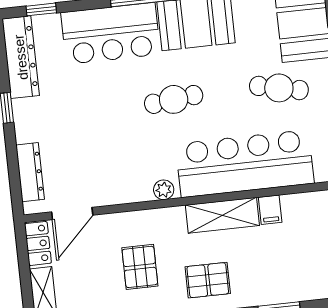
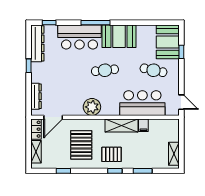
bar counter: (245, 164) -> (142, 103), width x0.73
plant: (164, 190) -> (92, 107), width x1.87, depth x1.87
pallet: (140, 267) -> (81, 145), width x1.50, depth x1.42

